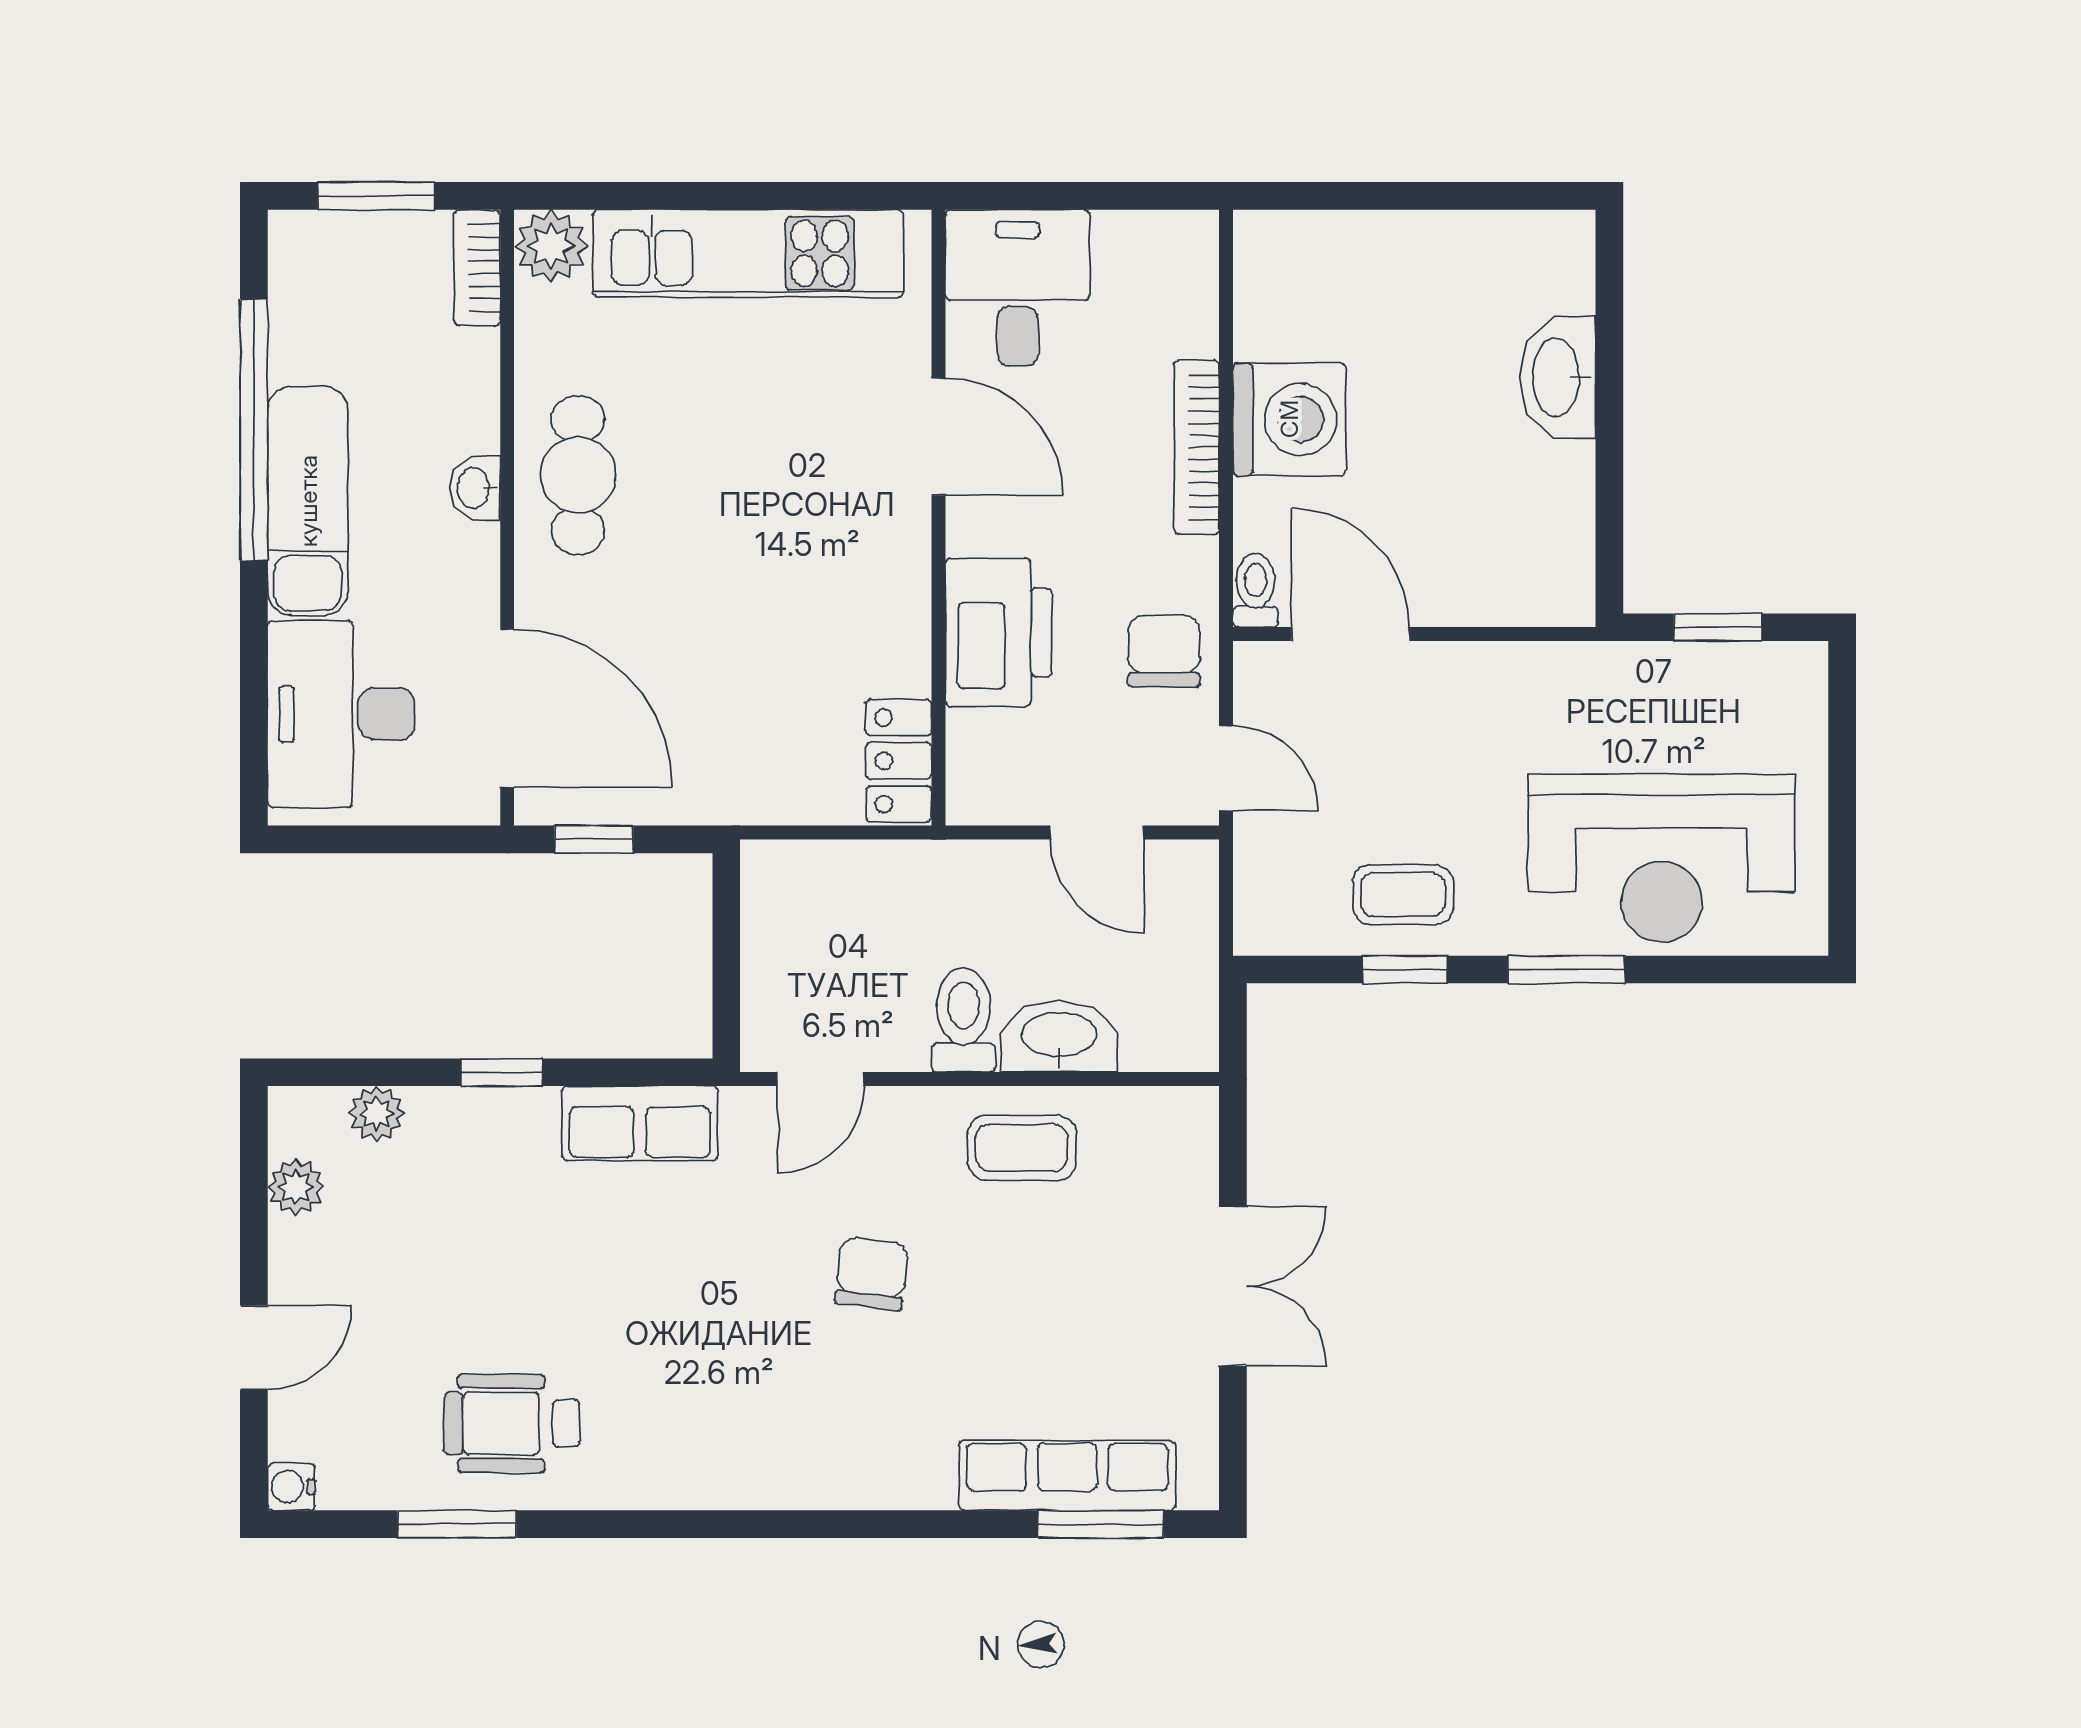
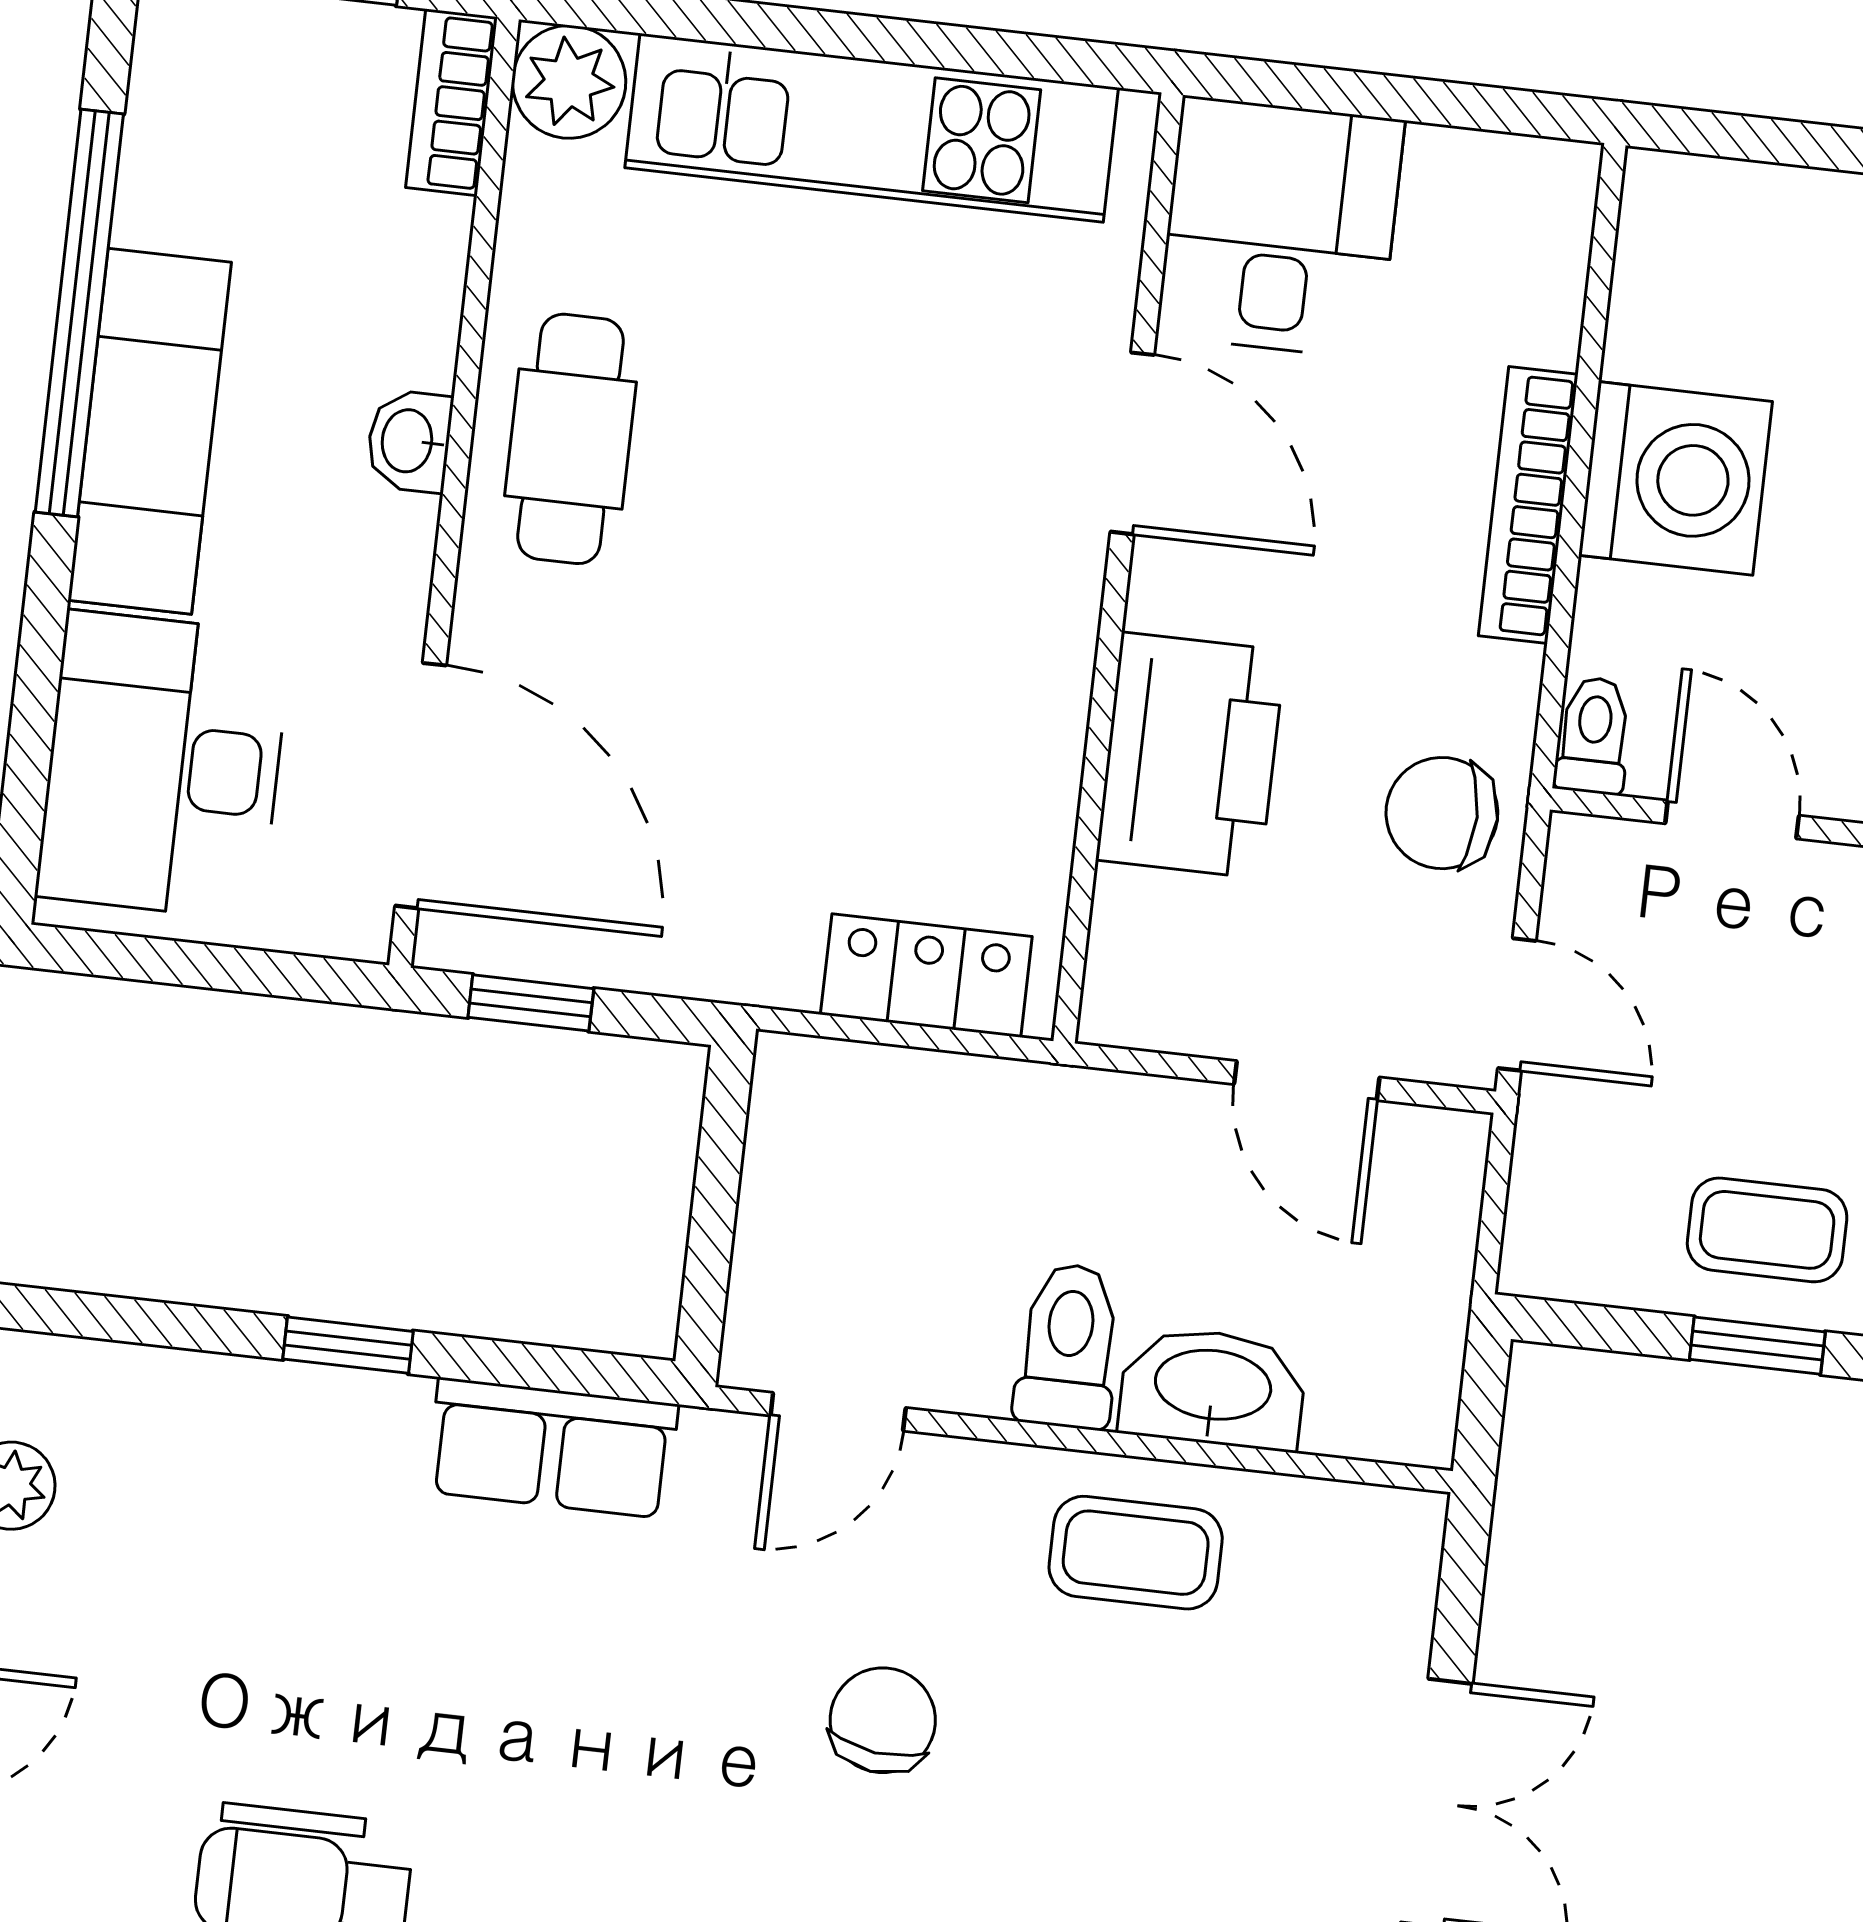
door: (1350, 634) -> (1732, 820), width x0.73
chair: (1164, 651) -> (1442, 813), turned -90
locker: (899, 761) -> (926, 975), moved, turned 90
plant: (377, 1114) -> (148, 1387), removed

